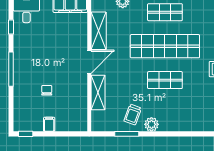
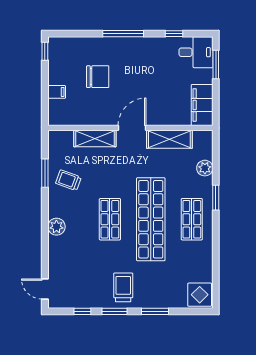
door: (89, 62) -> (132, 128), swing flipped
chair: (47, 90) -> (98, 77), width x1.87, depth x1.87
filing cabinet: (49, 124) -> (57, 92), moved
plant: (151, 124) -> (56, 227), moved

